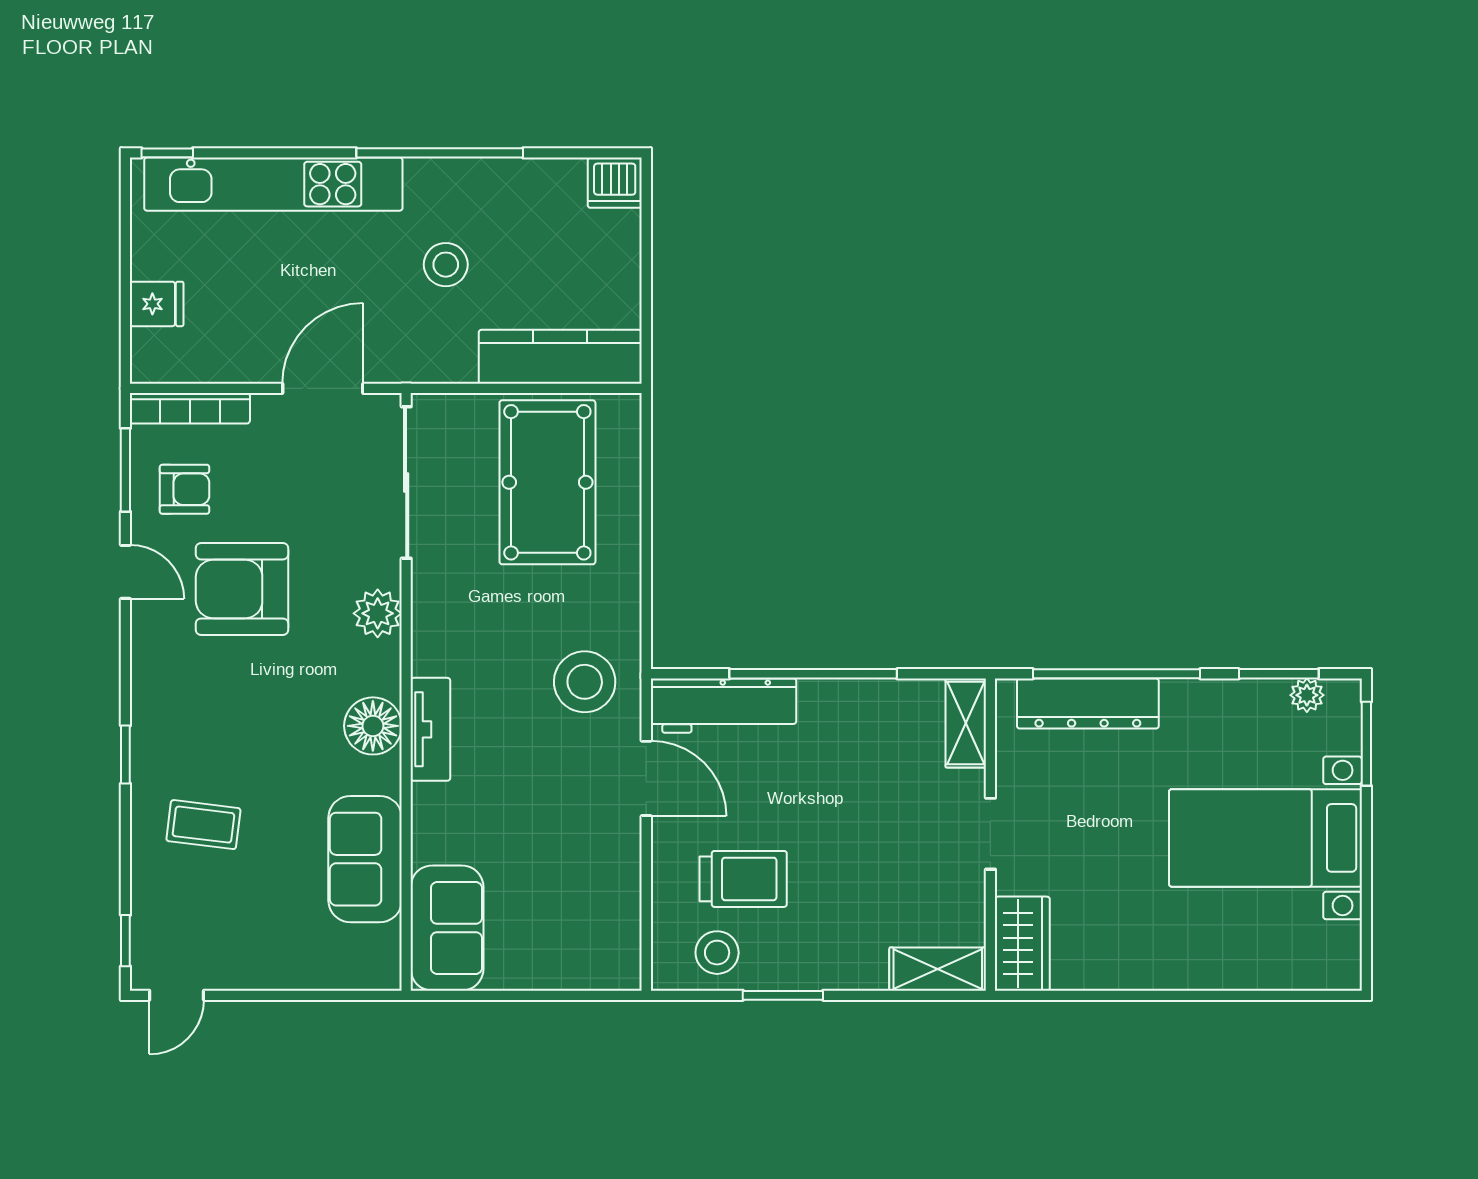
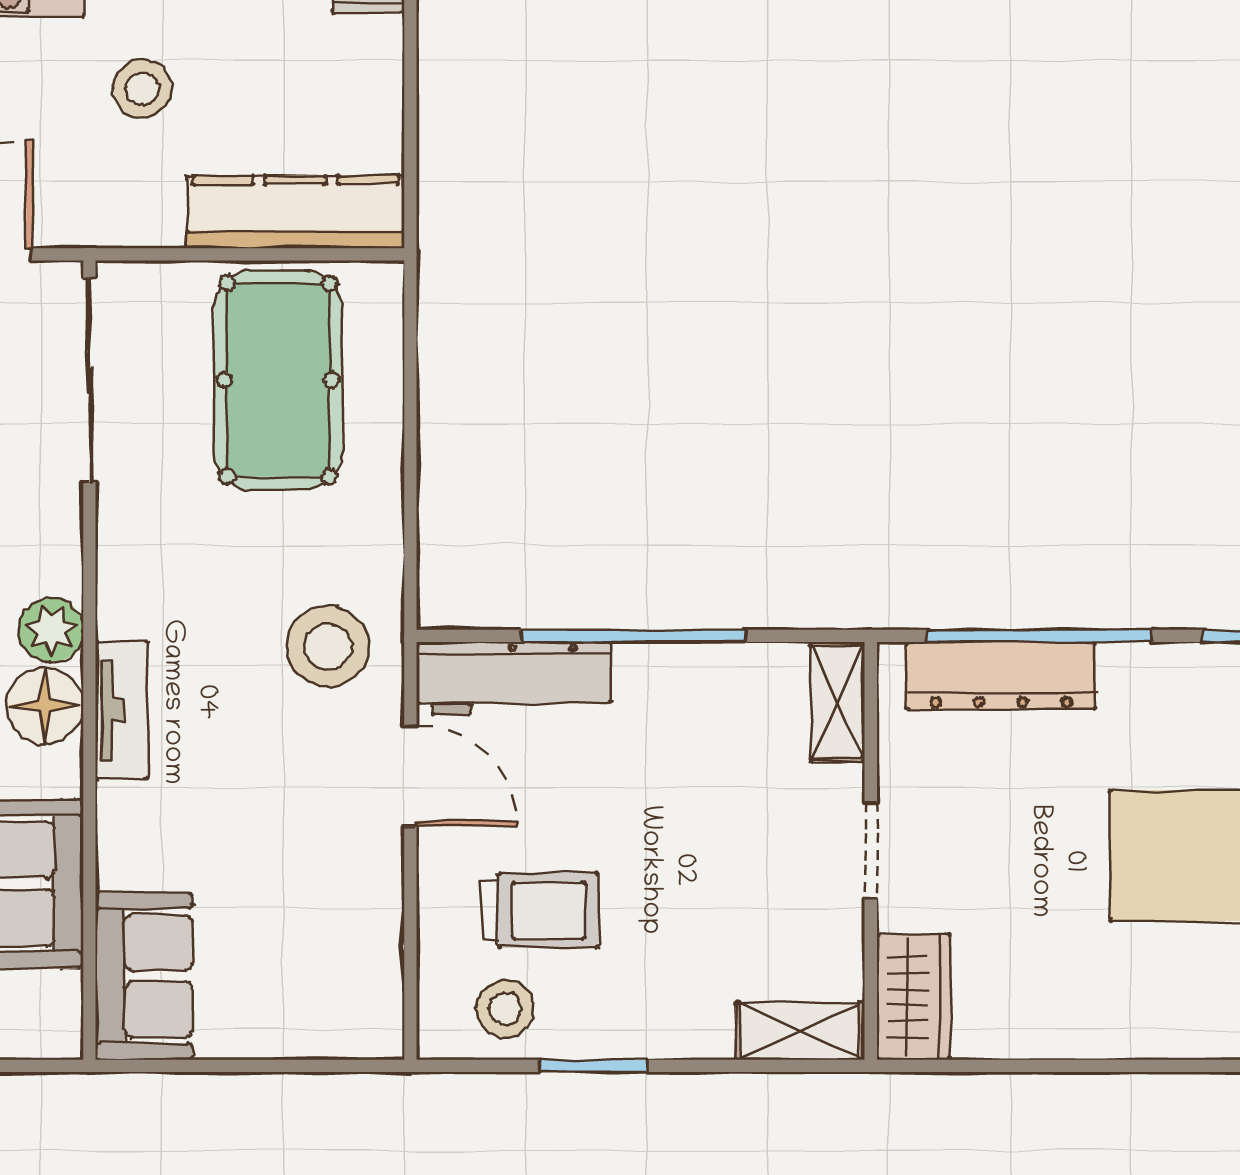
plant: (378, 613) -> (51, 630), moved

